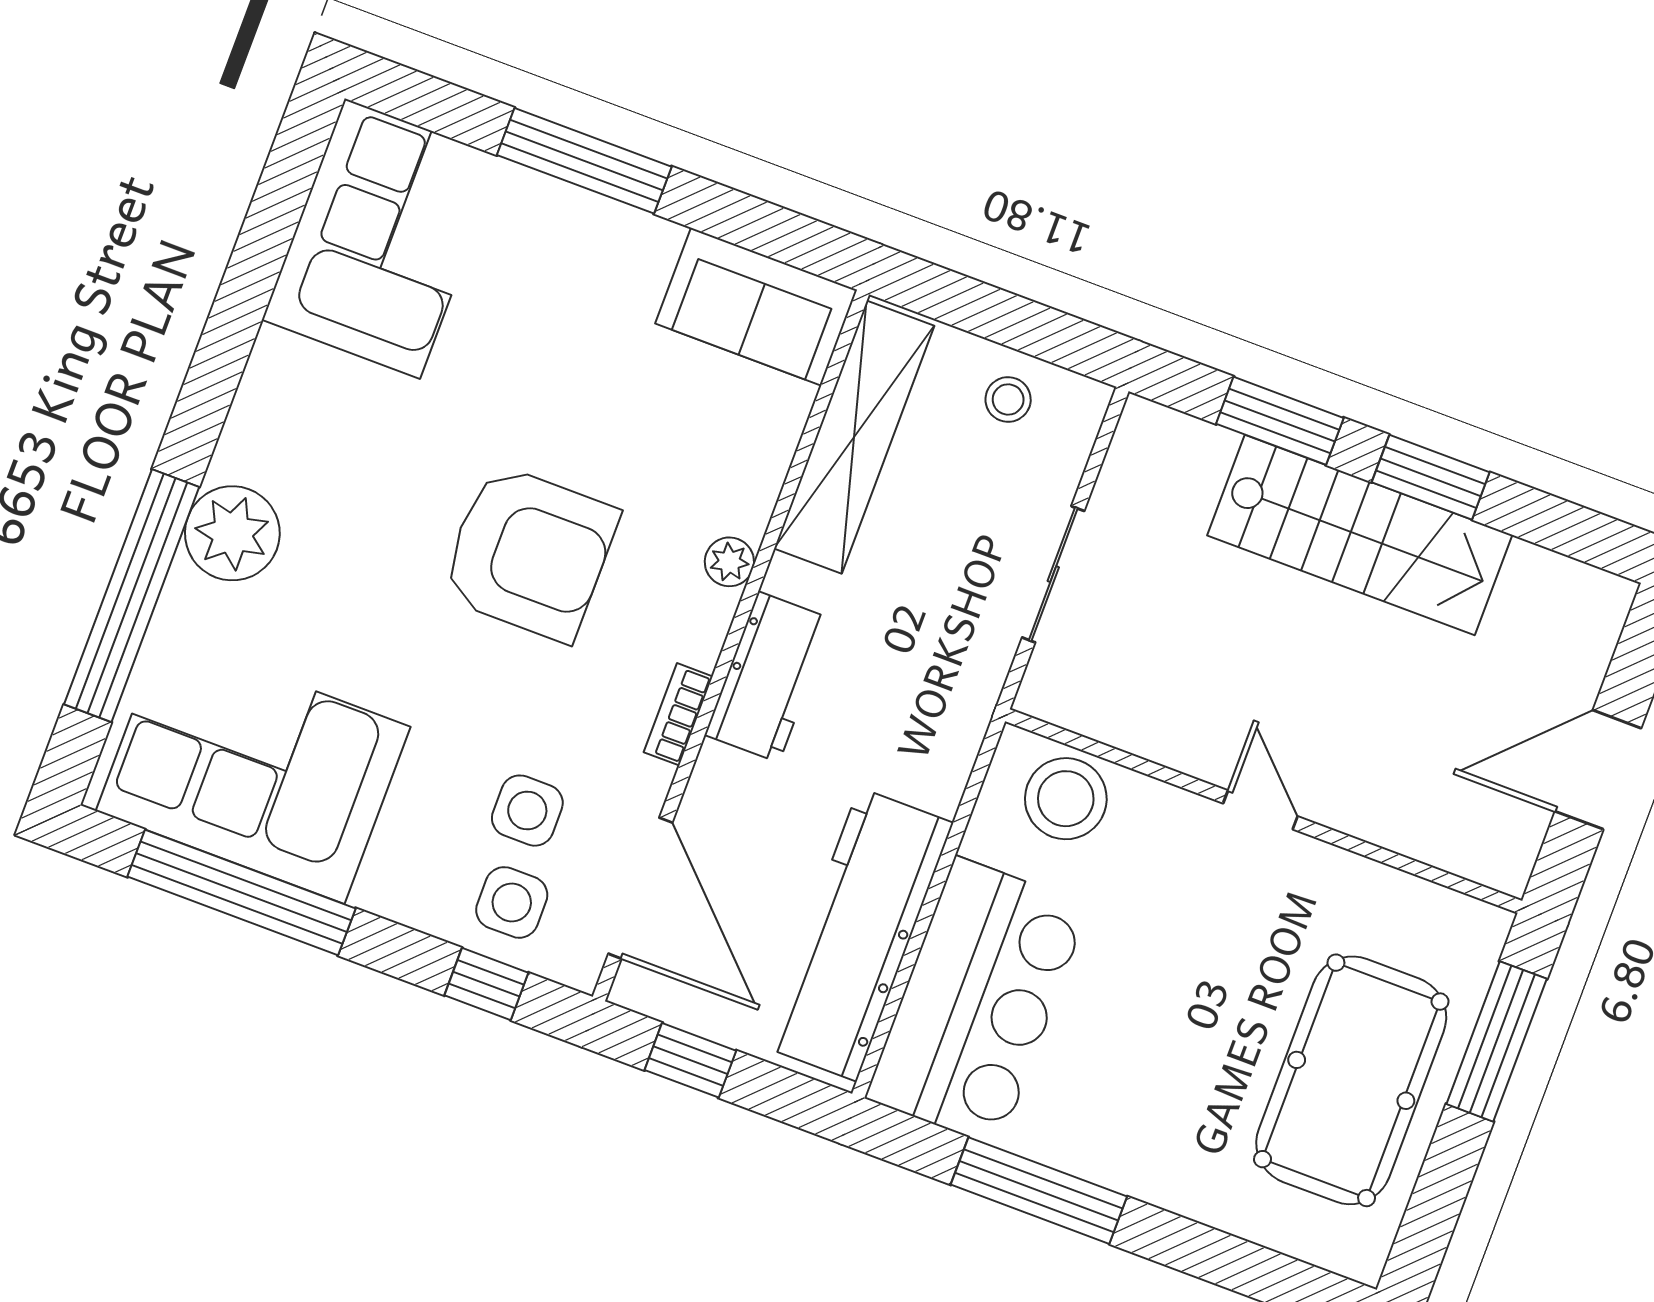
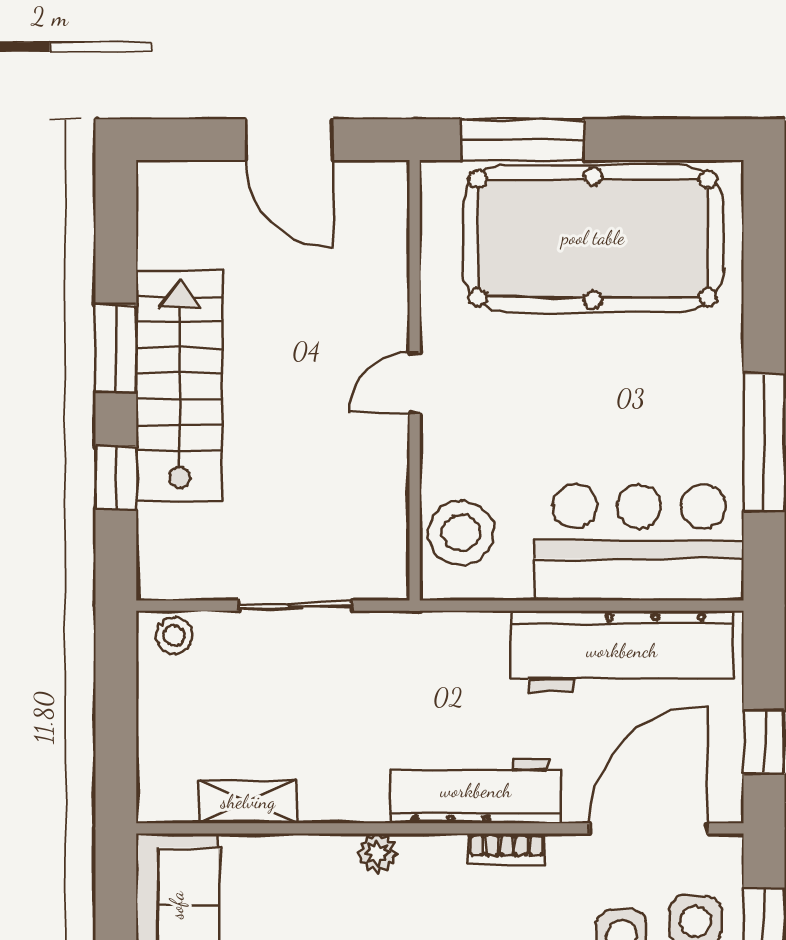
stool: (1008, 399) -> (174, 635), moved
window: (1280, 421) -> (116, 478), width x0.67
shelving: (854, 437) -> (248, 802), width x0.45, depth x0.75
workbench: (768, 677) -> (476, 791), width x1.38
pool table: (1351, 1080) -> (593, 238), width x1.36, depth x1.32

